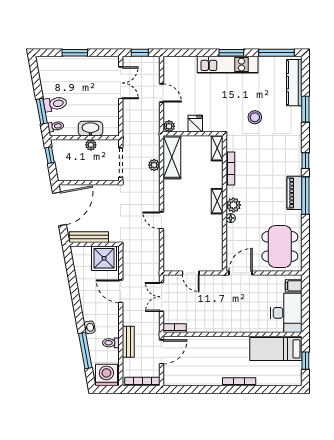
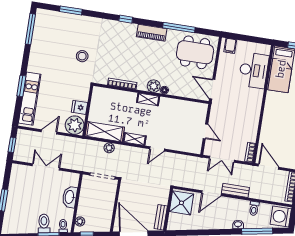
window: (231, 53) -> (21, 86), moved
kitchen unit: (228, 65) -> (30, 99), moved
double door: (121, 83) -> (46, 167), moved
kitchen counter: (294, 83) -> (58, 18), removed
window: (305, 109) -> (71, 10), moved
plant: (169, 126) -> (75, 125), width x1.87, depth x1.87
plant: (91, 145) -> (80, 221), moved
shelving: (217, 148) -> (135, 139), moved
window: (305, 196) -> (179, 28), moved
bench: (89, 237) -> (161, 217), width x0.73
door: (191, 273) -> (205, 131), hinge flipped
desk: (286, 313) -> (254, 70), moved, turned 90
bench: (128, 342) -> (235, 190), moved

